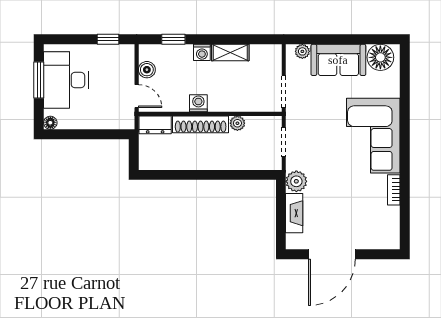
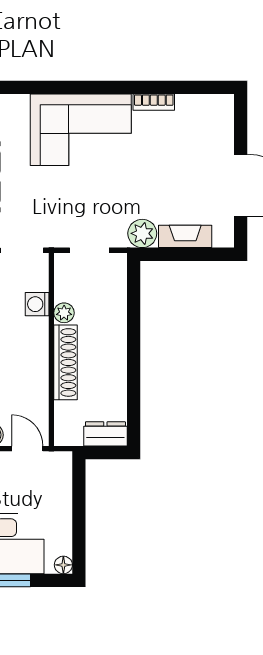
door: (137, 96) -> (27, 449), hinge flipped
washing machine: (198, 103) -> (37, 304), moved
dresser: (155, 125) -> (105, 434), moved, turned -90

